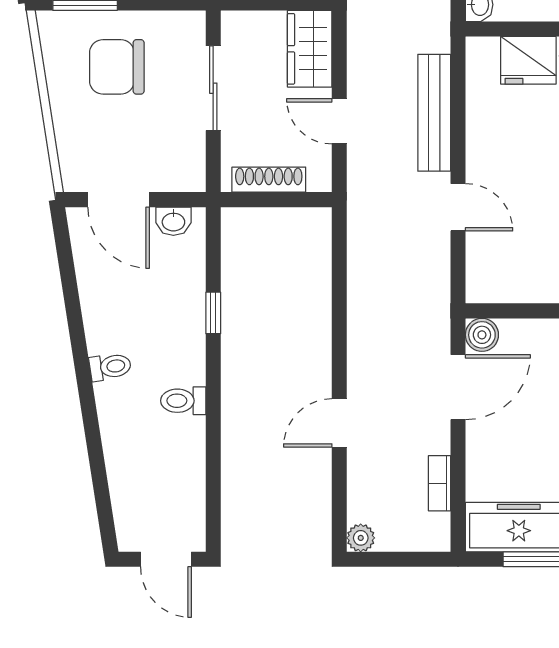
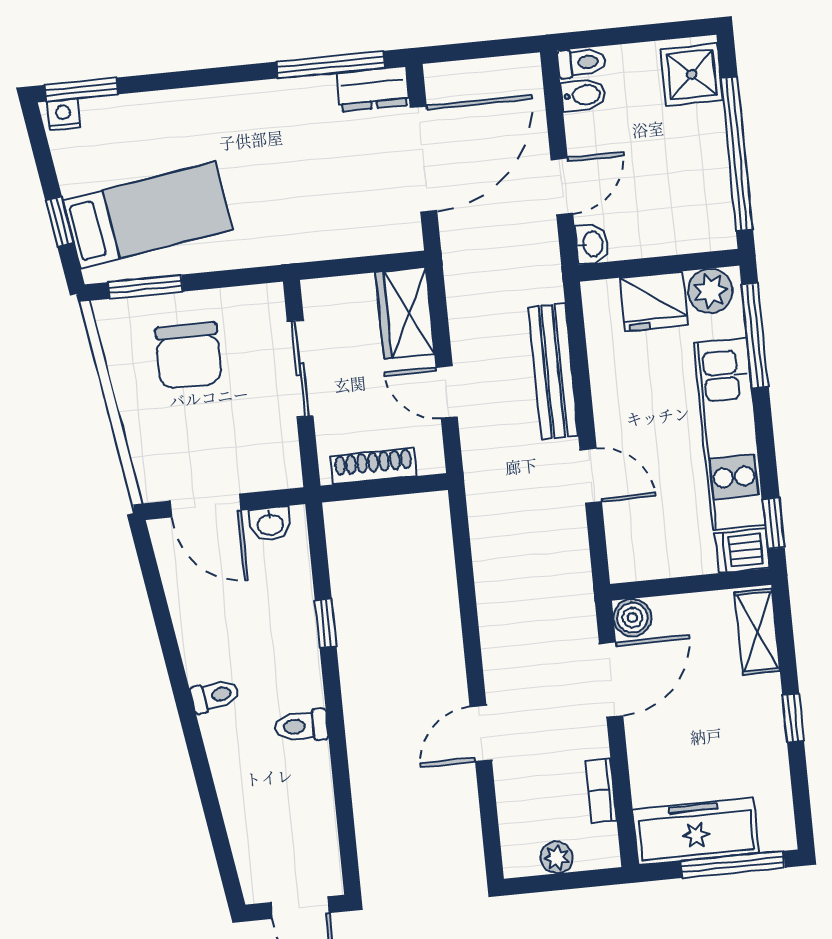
chair: (117, 67) -> (189, 355), turned -90
plant: (361, 538) -> (557, 857), moved

